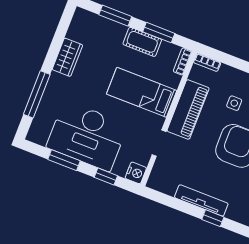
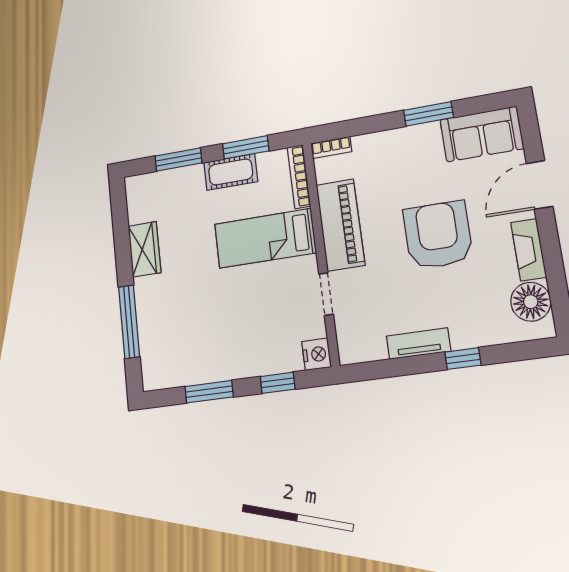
bookcase: (183, 61) -> (299, 177), width x1.56
side table: (234, 103) -> (399, 179), removed
desk: (87, 136) -> (223, 340), removed
tv unit: (201, 200) -> (418, 344), width x0.71

